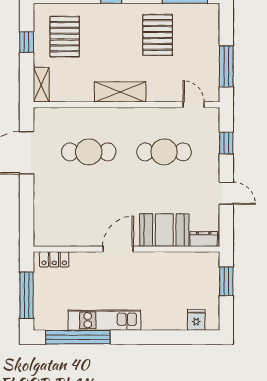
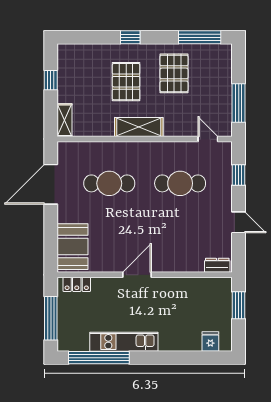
pallet: (65, 37) -> (126, 82), moved
booth: (164, 230) -> (73, 247), moved, turned 90

